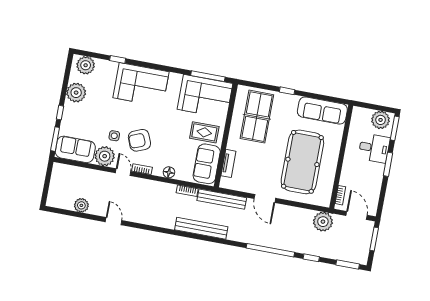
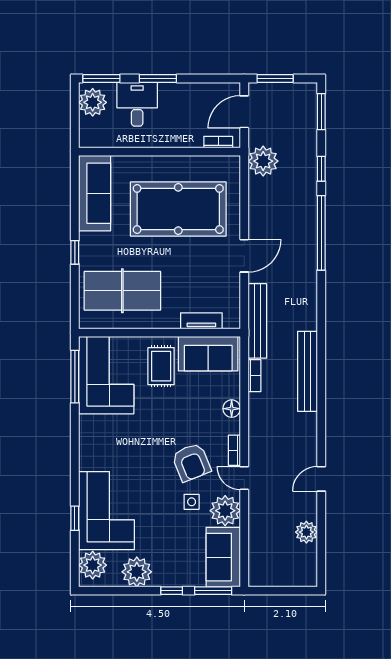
corner sofa: (141, 85) -> (106, 511), moved
door: (123, 172) -> (244, 478), hinge flipped
bench: (201, 228) -> (307, 371), moved

